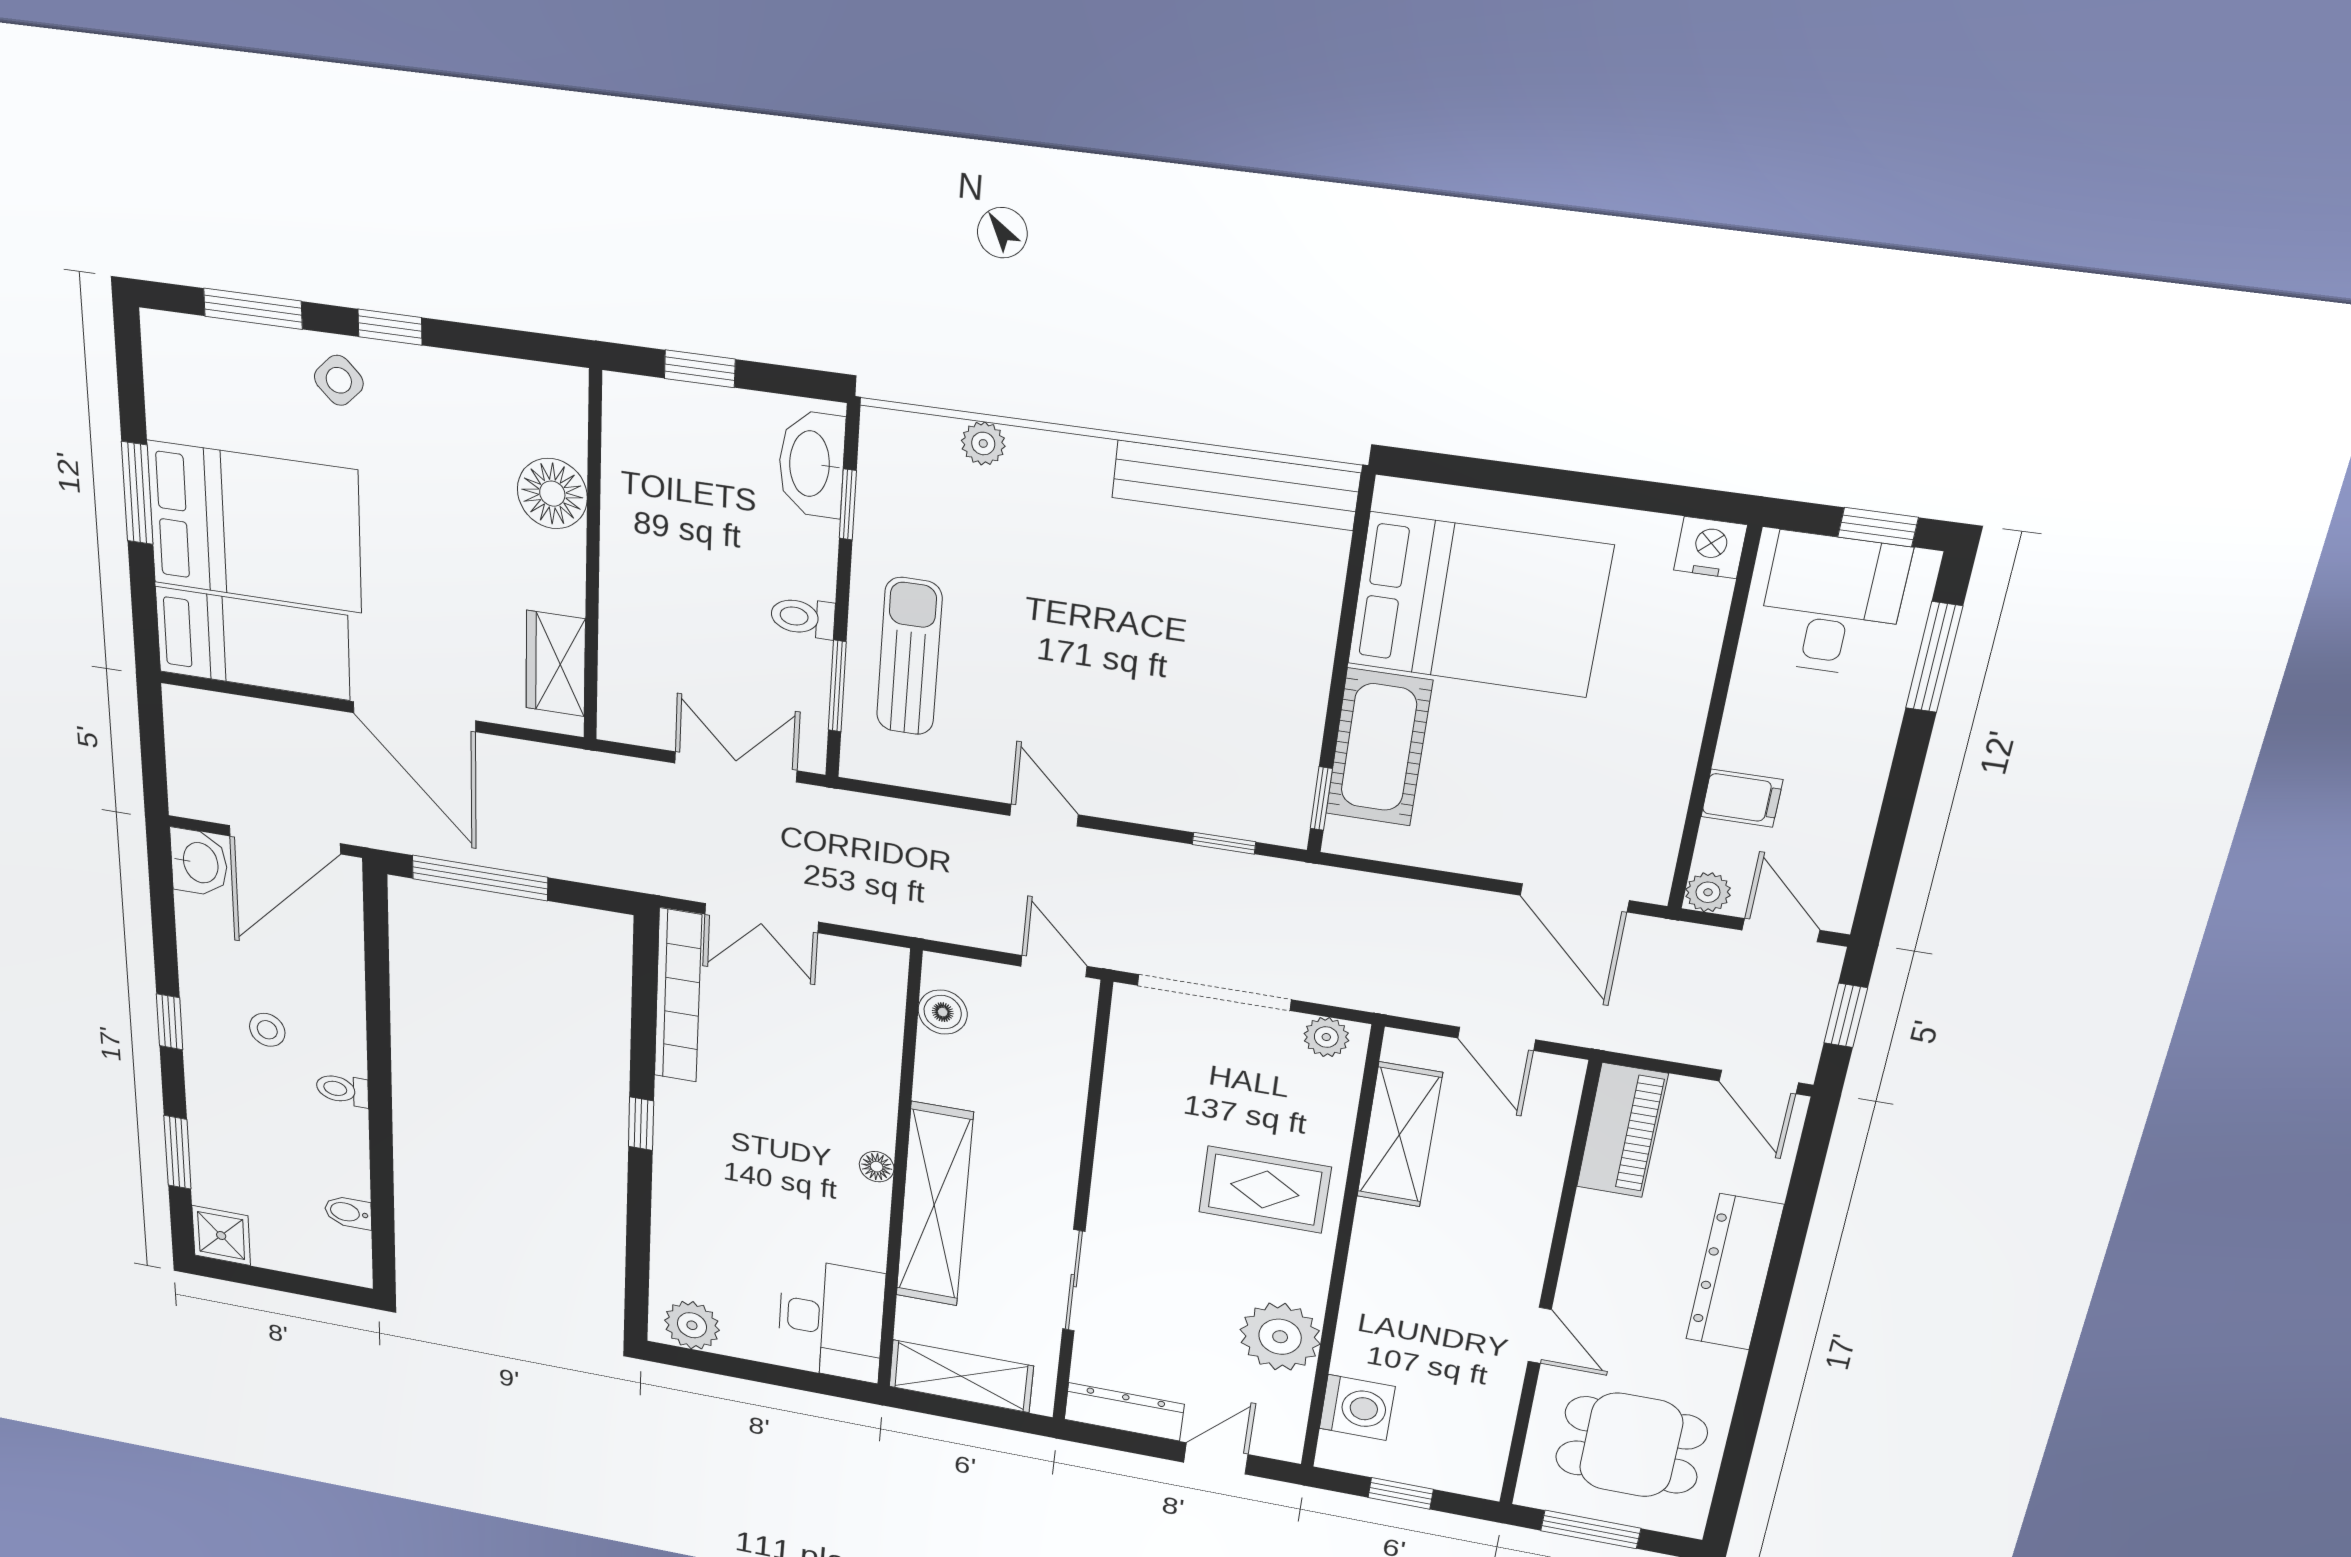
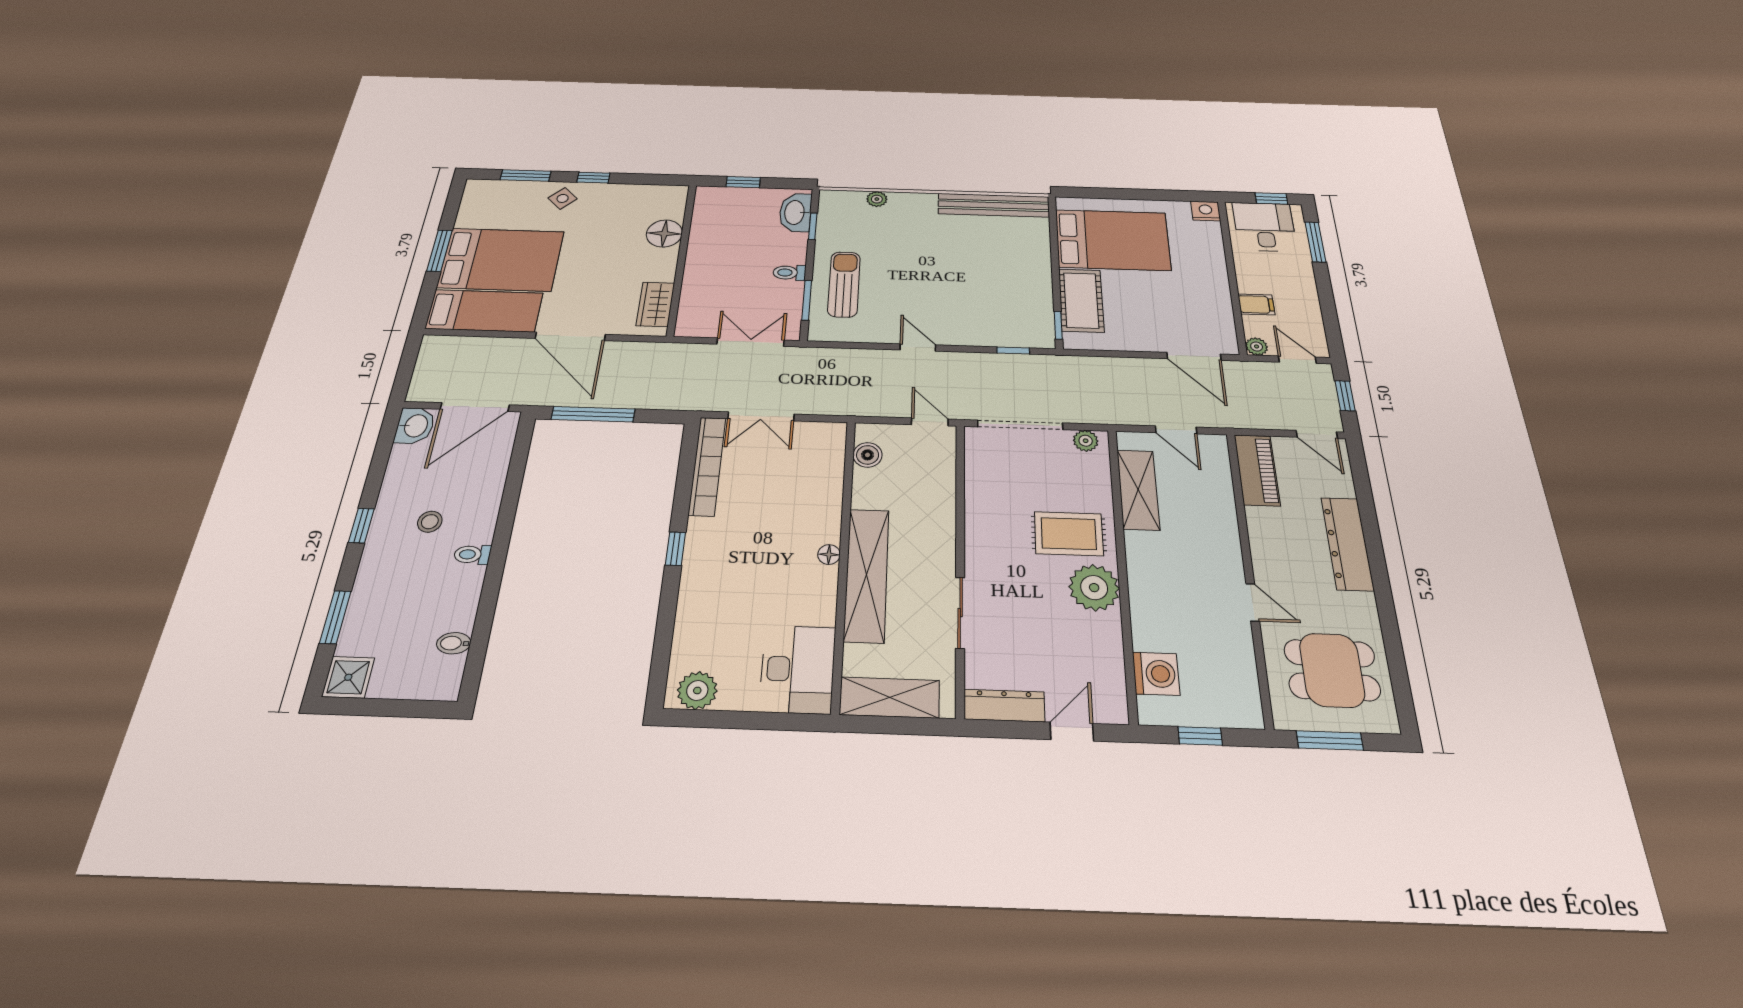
plant: (1280, 1337) -> (1094, 588), moved

